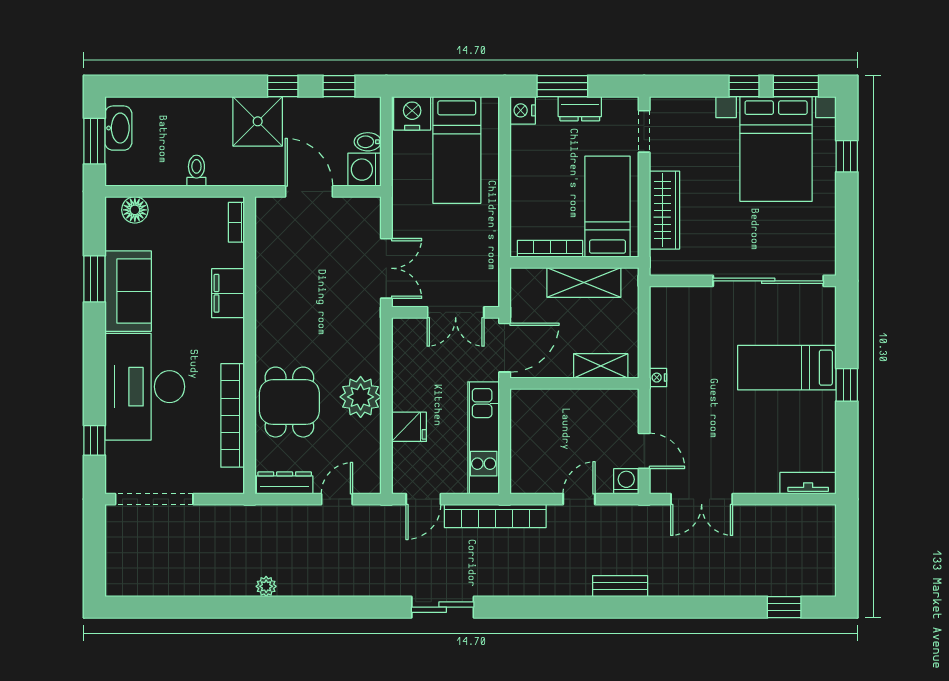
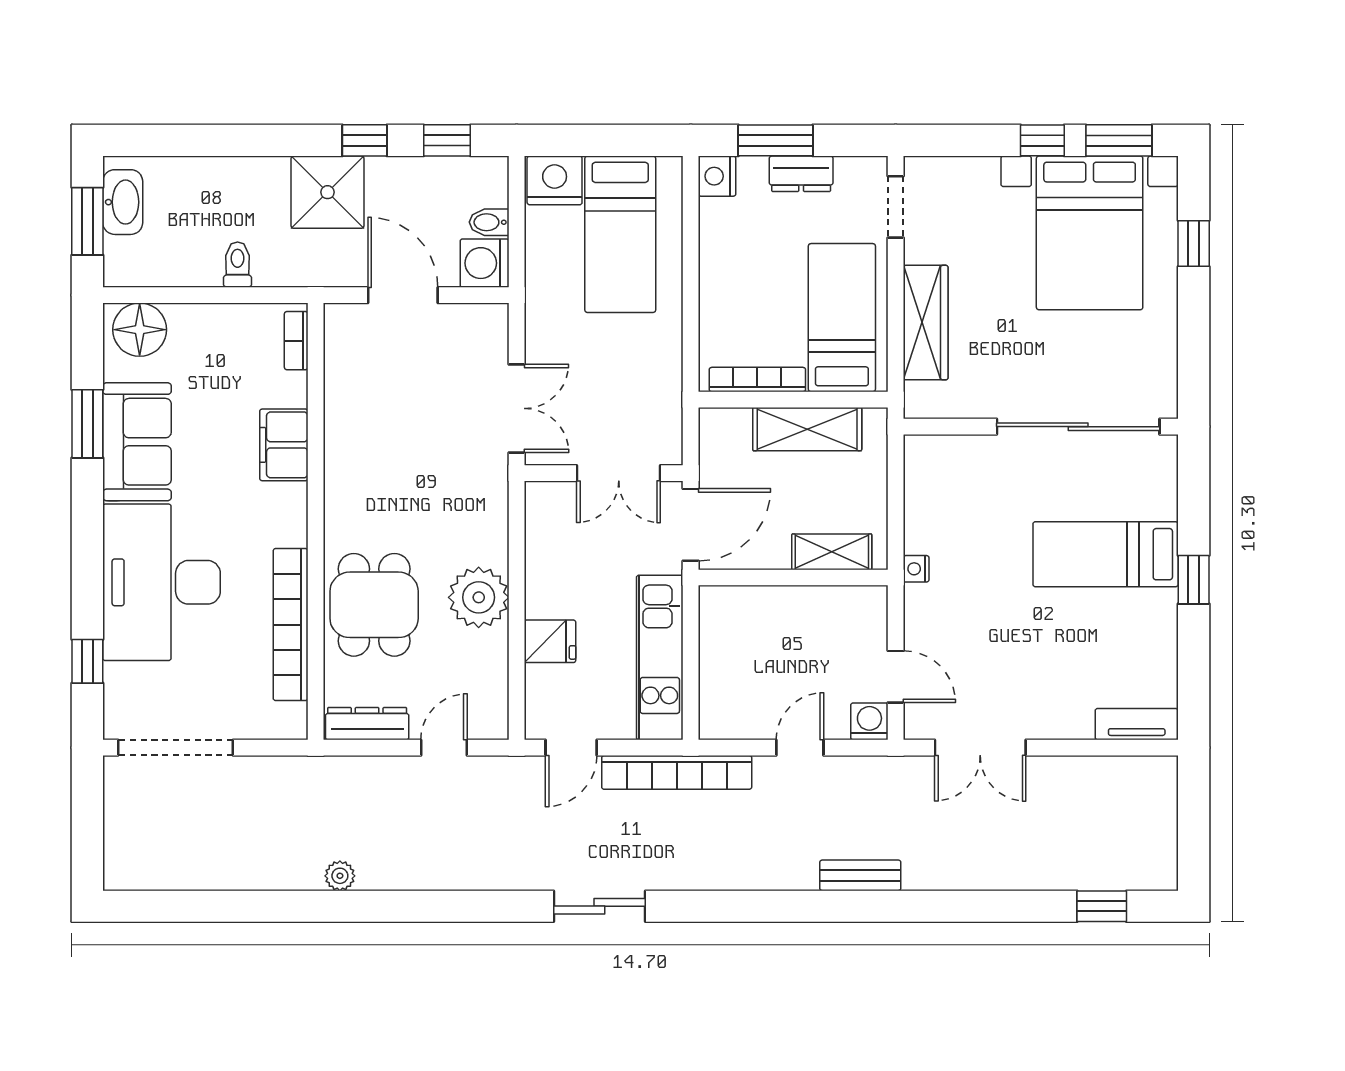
floor lamp: (135, 210) -> (140, 330), width x1.38, depth x1.38

